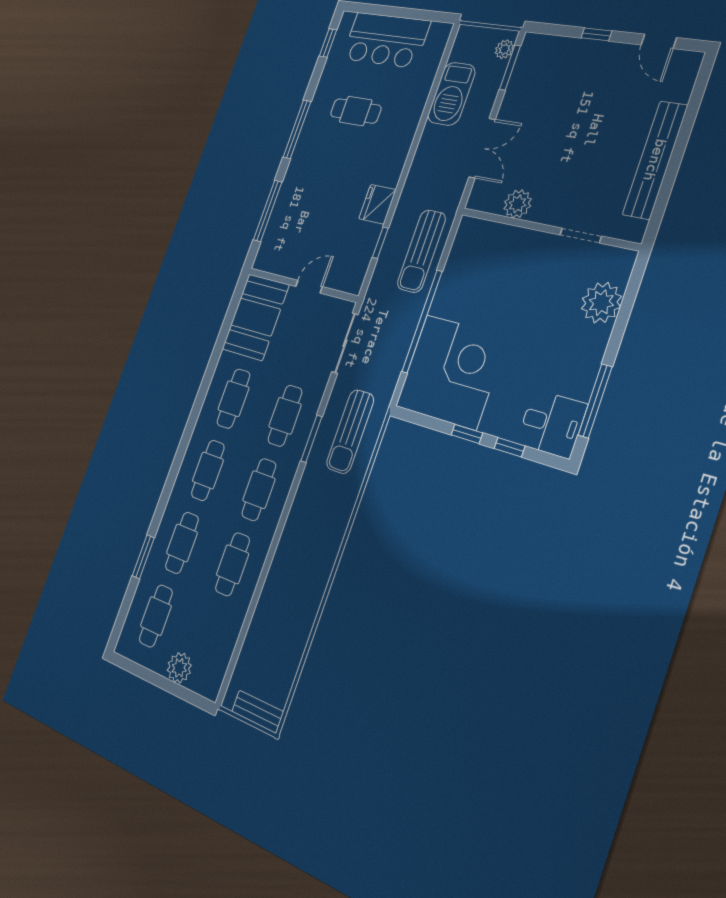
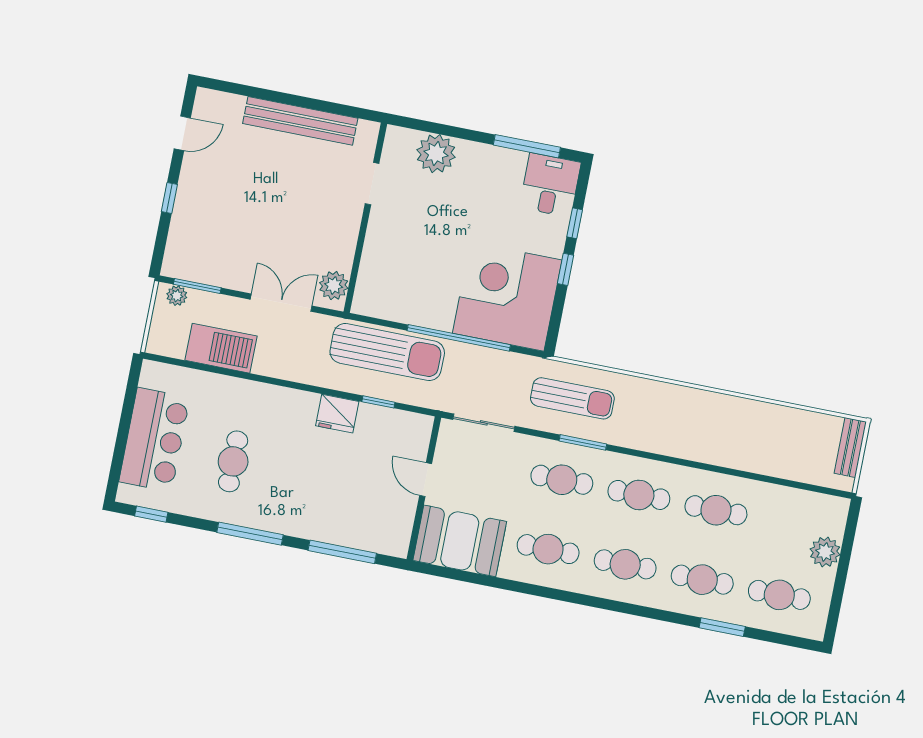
plant: (518, 204) -> (334, 285), moved
sun lounger: (421, 251) -> (387, 352), width x1.36, depth x1.34

